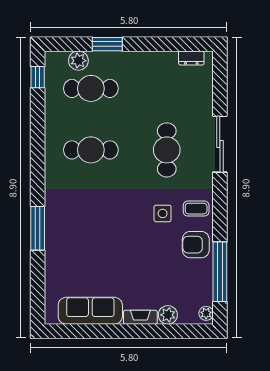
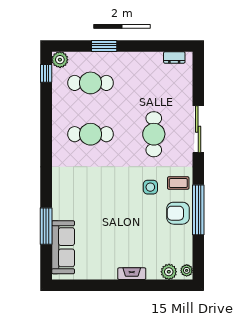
plant: (78, 61) -> (60, 60), moved
window: (38, 228) -> (46, 226), moved
window: (220, 272) -> (198, 210), moved
sofa: (90, 311) -> (63, 247), moved, turned 90
plant: (168, 315) -> (169, 272), moved

